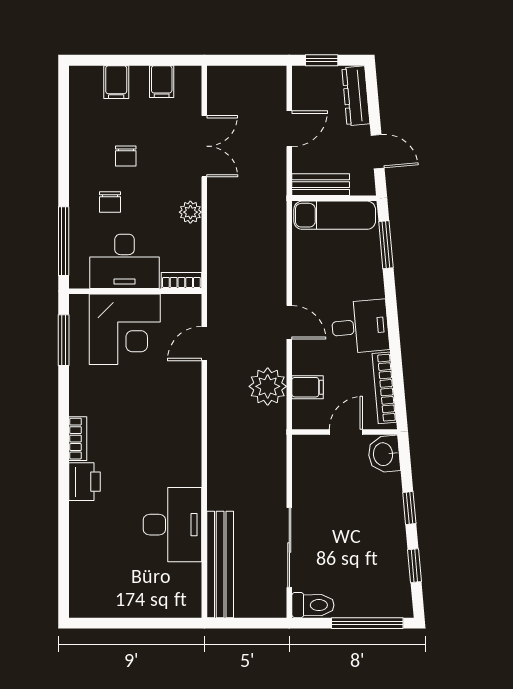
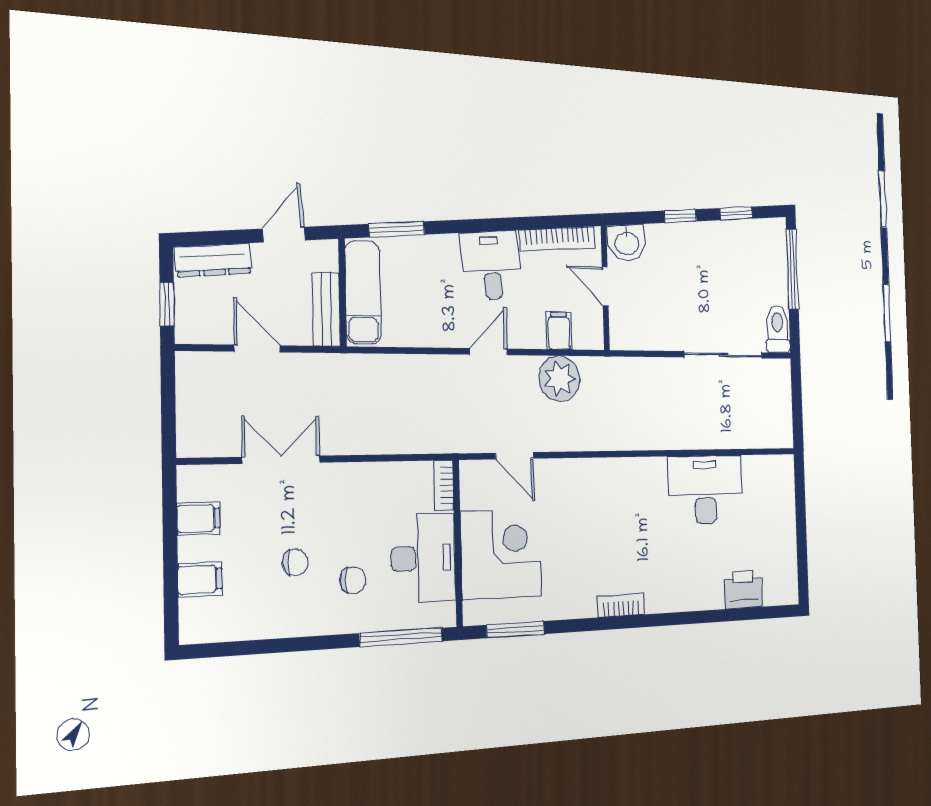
plant: (190, 212) -> (363, 476), removed
printer: (85, 482) -> (743, 590), moved
bench: (220, 565) -> (742, 434), removed

